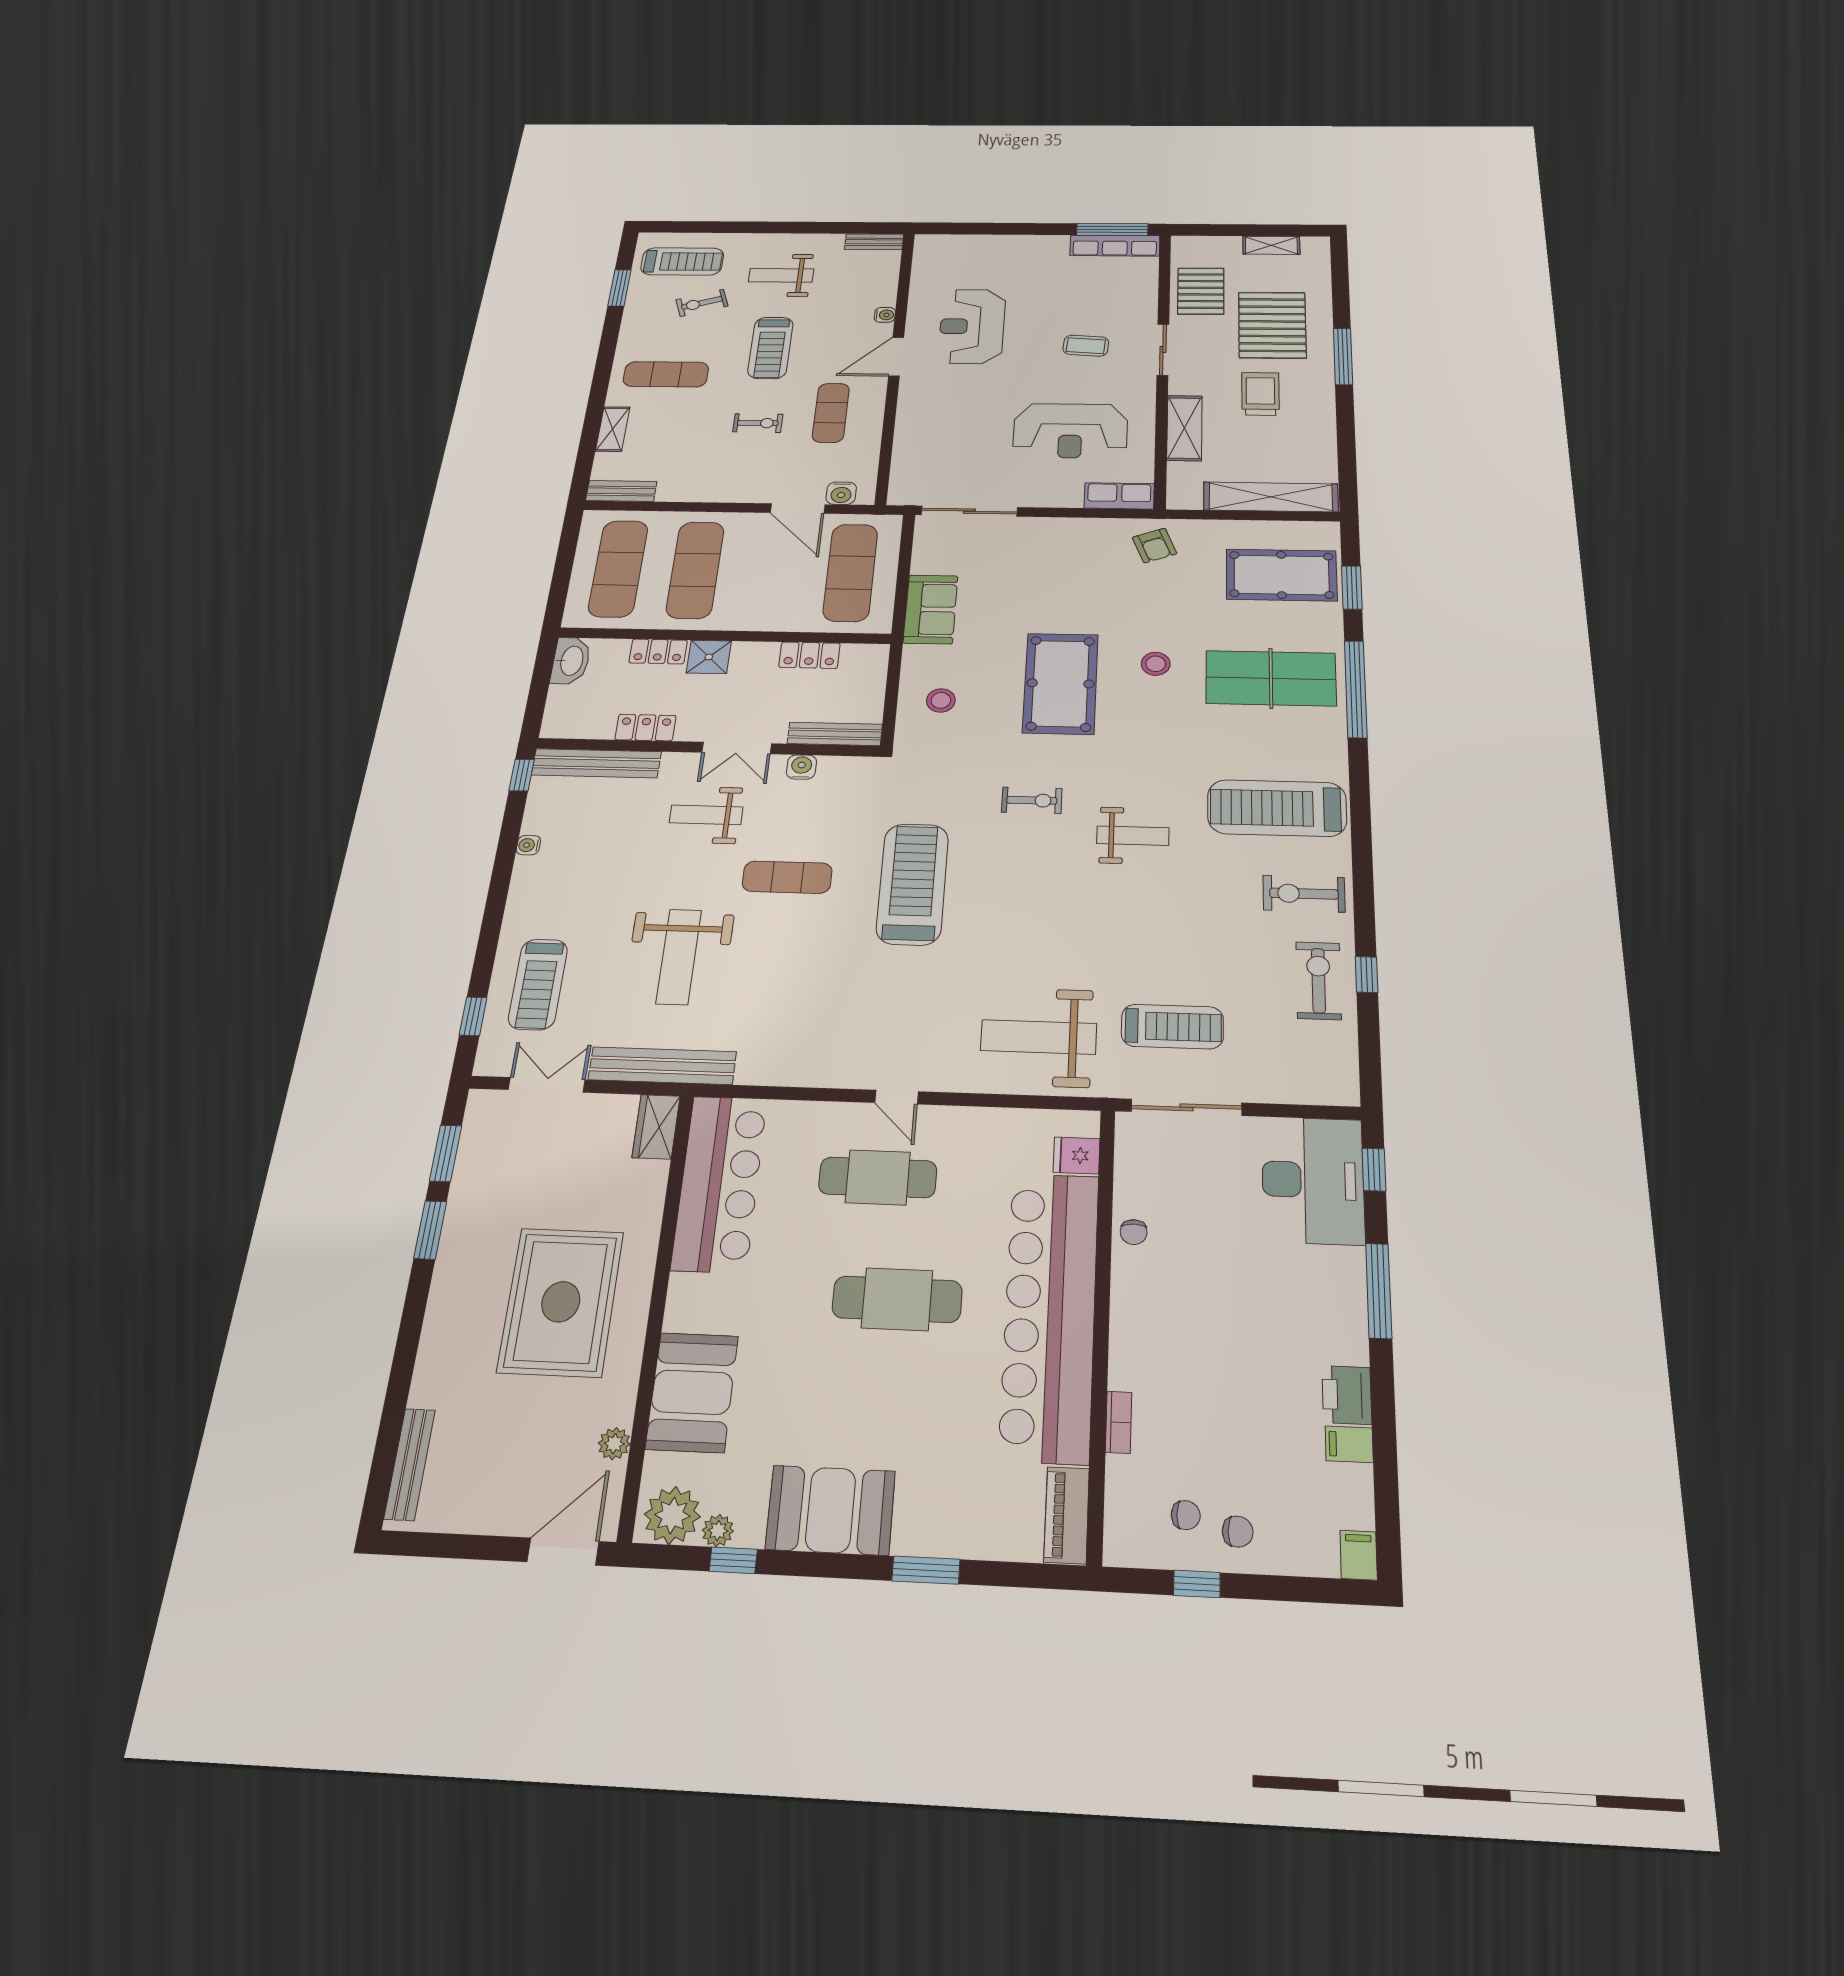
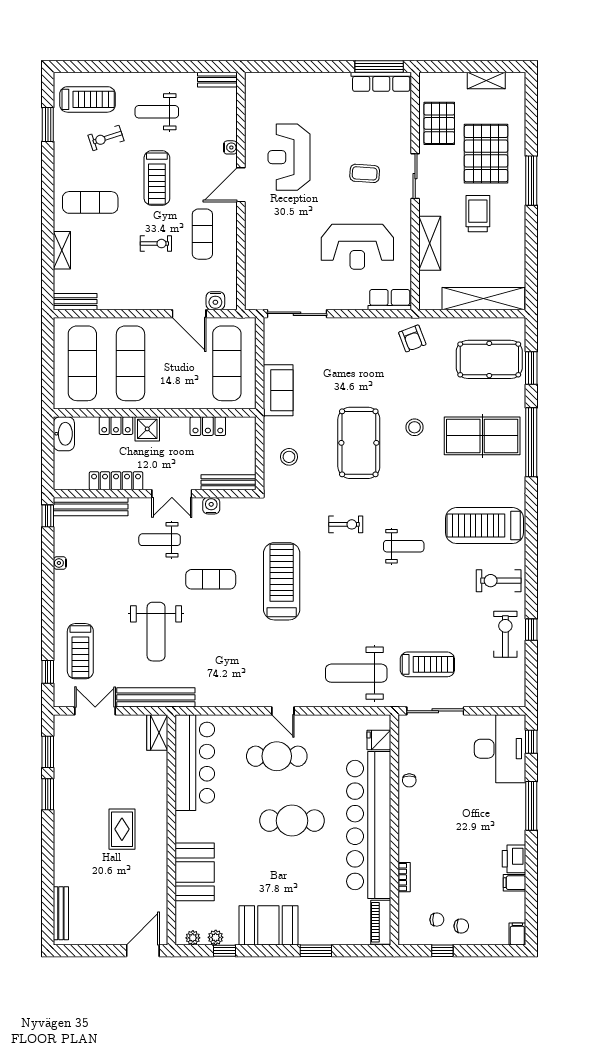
locker: (646, 728) -> (116, 481), width x1.53
rug: (561, 1302) -> (122, 829), width x0.54, depth x0.49
plant: (614, 1444) -> (160, 899), removed
plant: (672, 1515) -> (193, 938), width x0.53, depth x0.53

